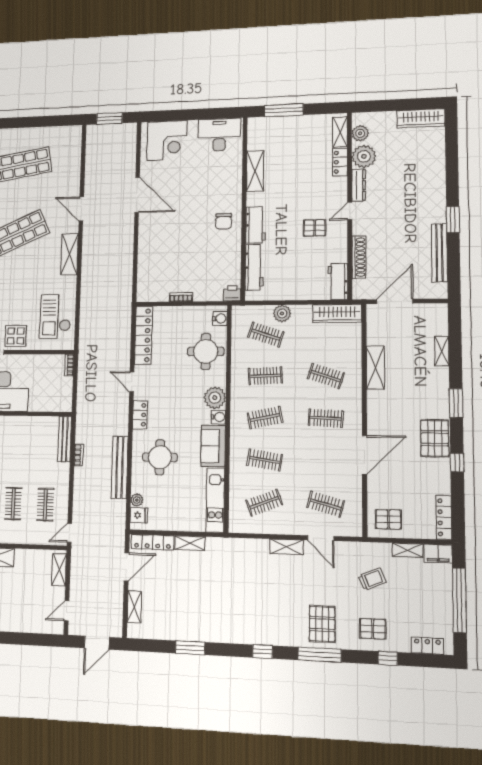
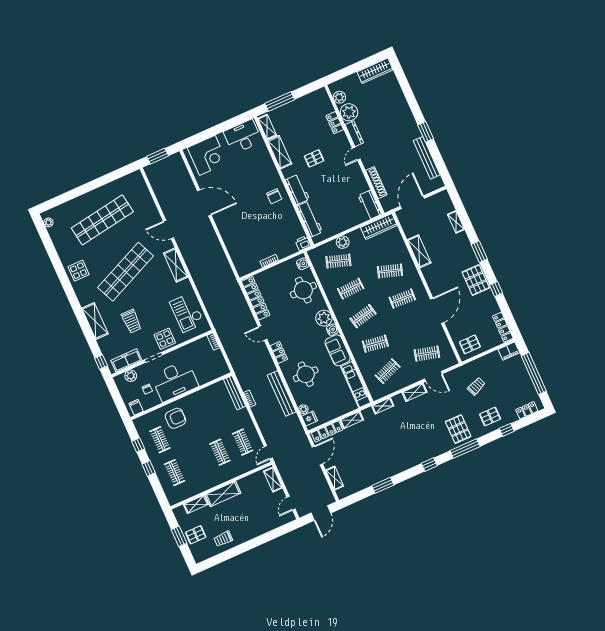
shelving: (340, 132) -> (267, 127), moved
pallet: (315, 228) -> (314, 158), moved
shelving: (408, 550) -> (383, 406), moved

